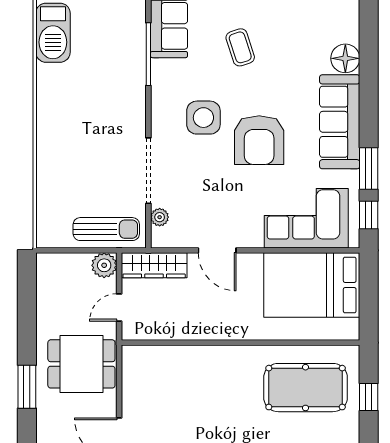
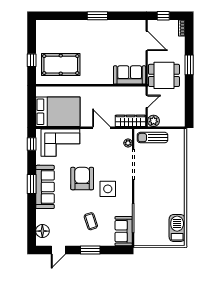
floor lamp: (345, 58) -> (42, 231), moved
window: (369, 169) -> (32, 184), moved
sofa: (156, 365) -> (130, 75), added

